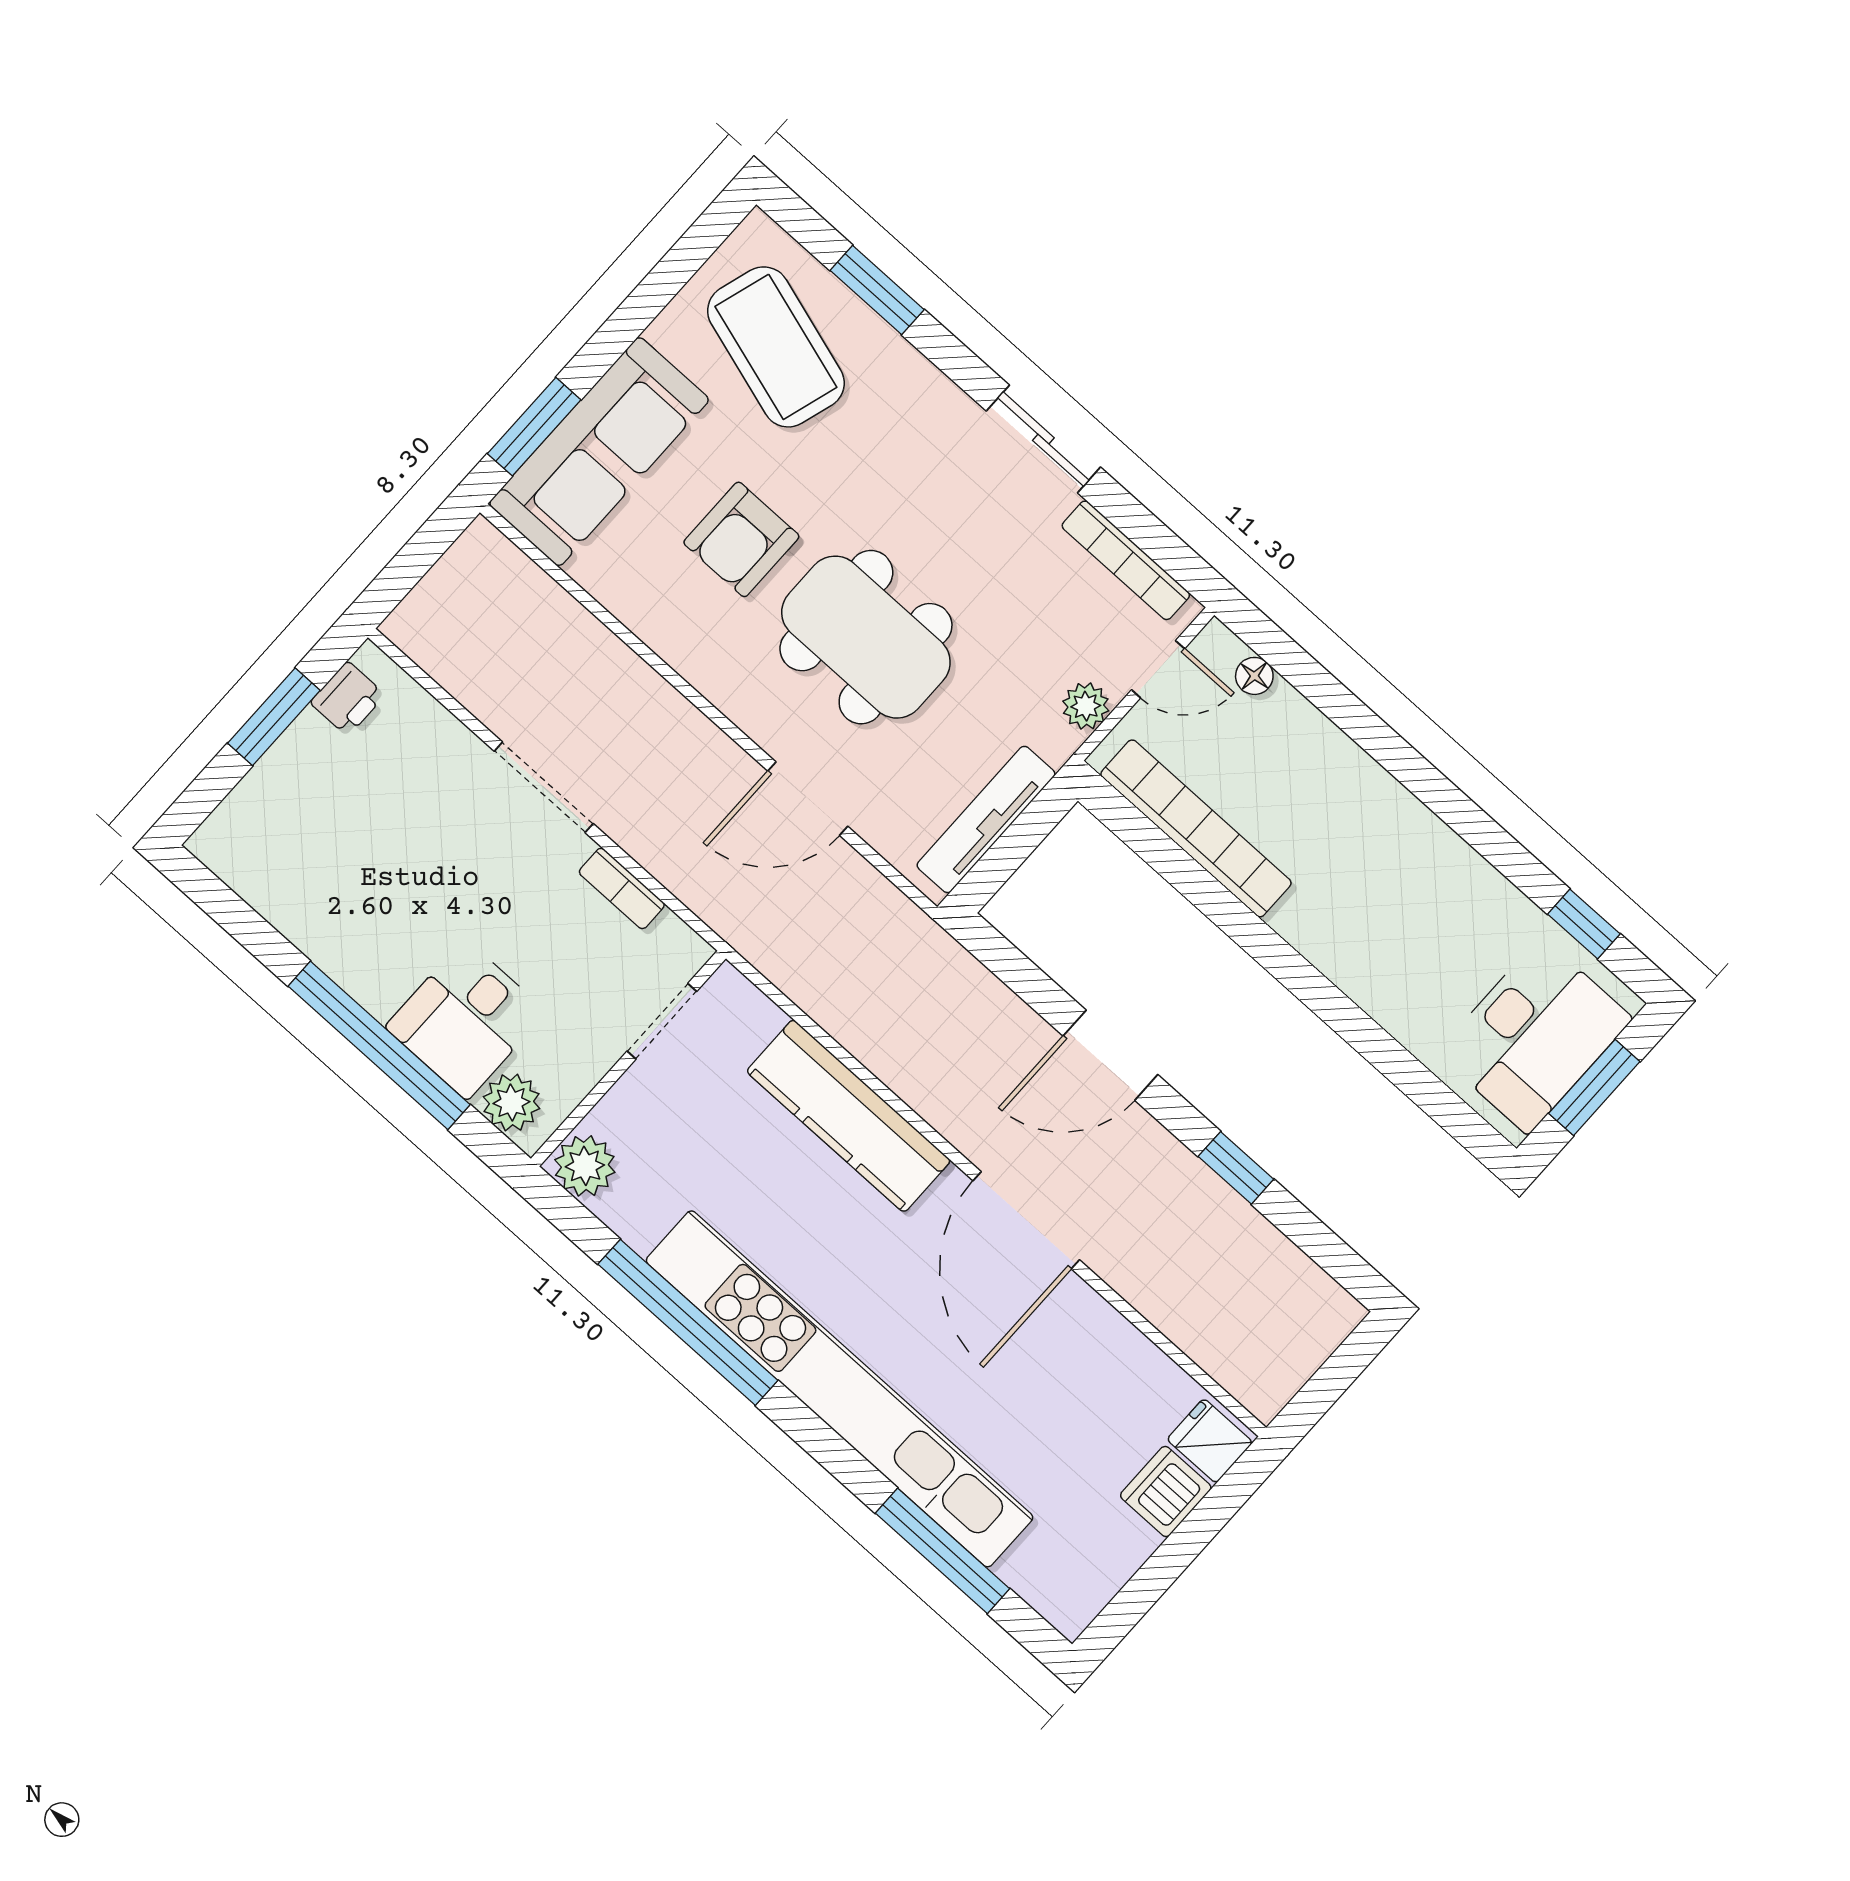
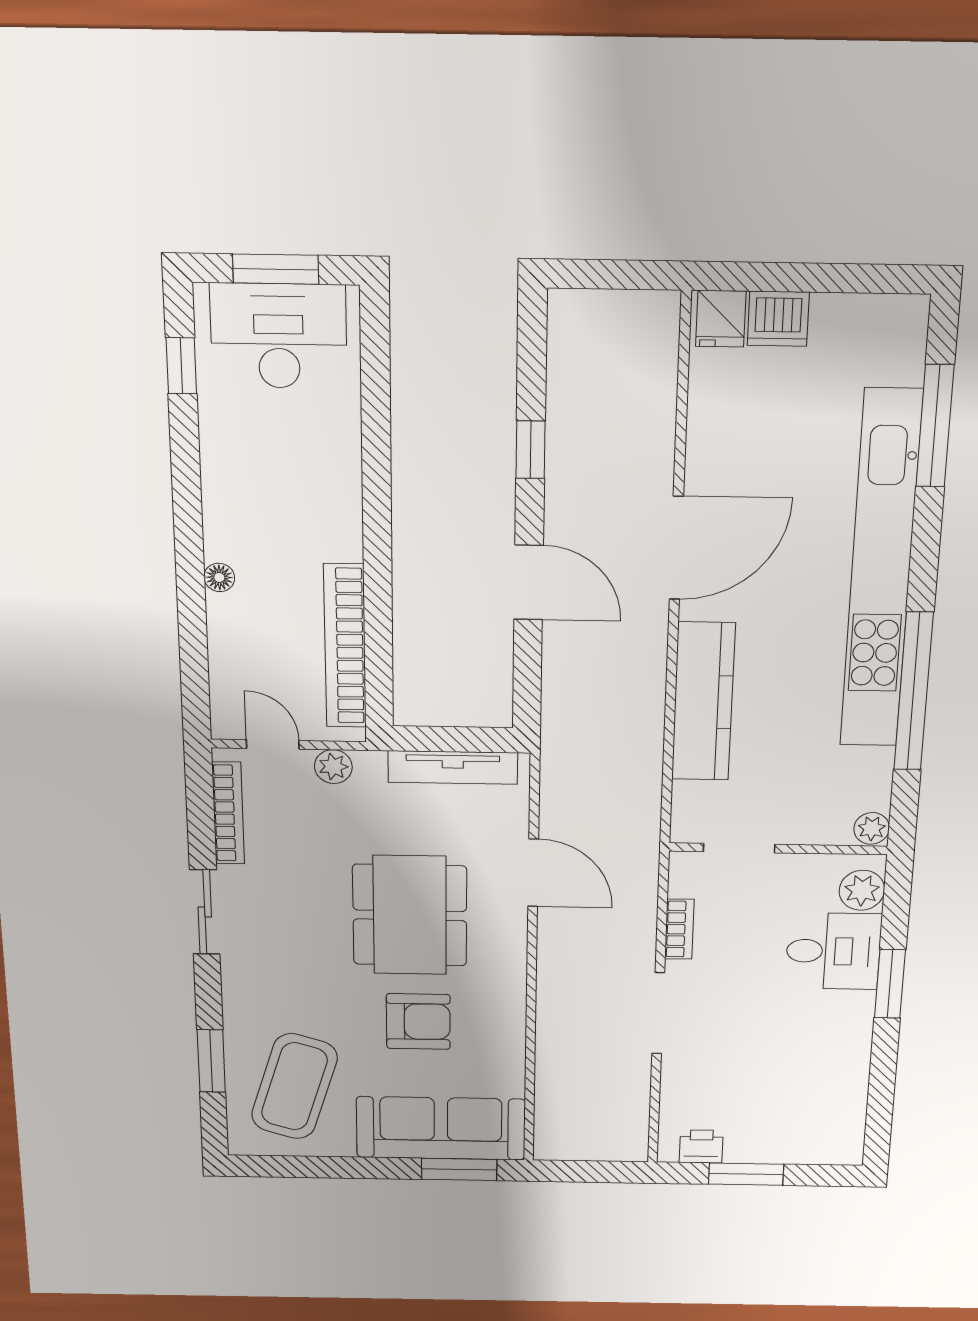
floor lamp: (1254, 676) -> (219, 577), moved
window: (379, 1045) -> (890, 984), width x0.47
plant: (585, 1166) -> (872, 828), width x0.73, depth x0.73

